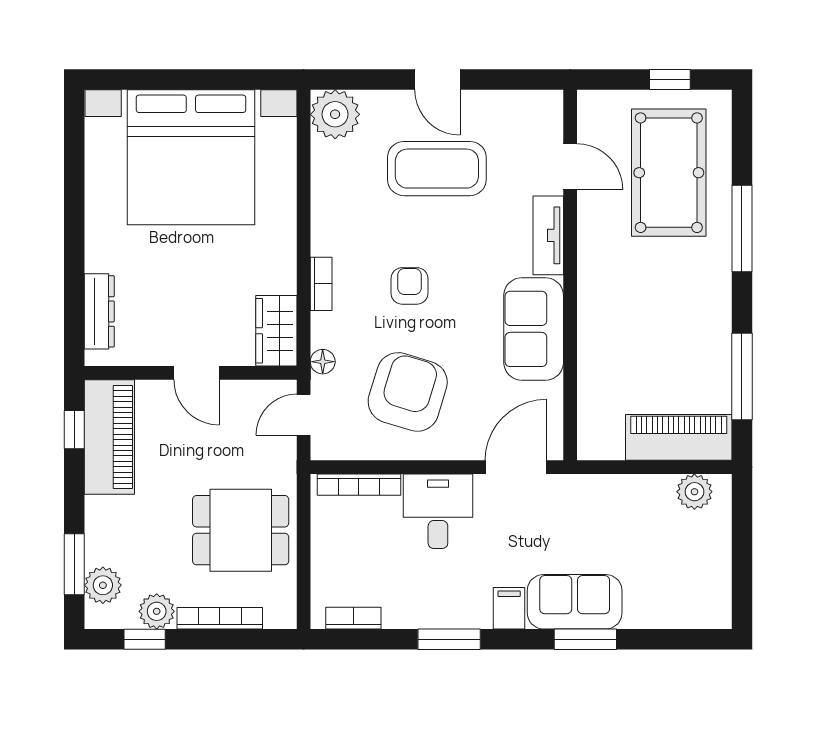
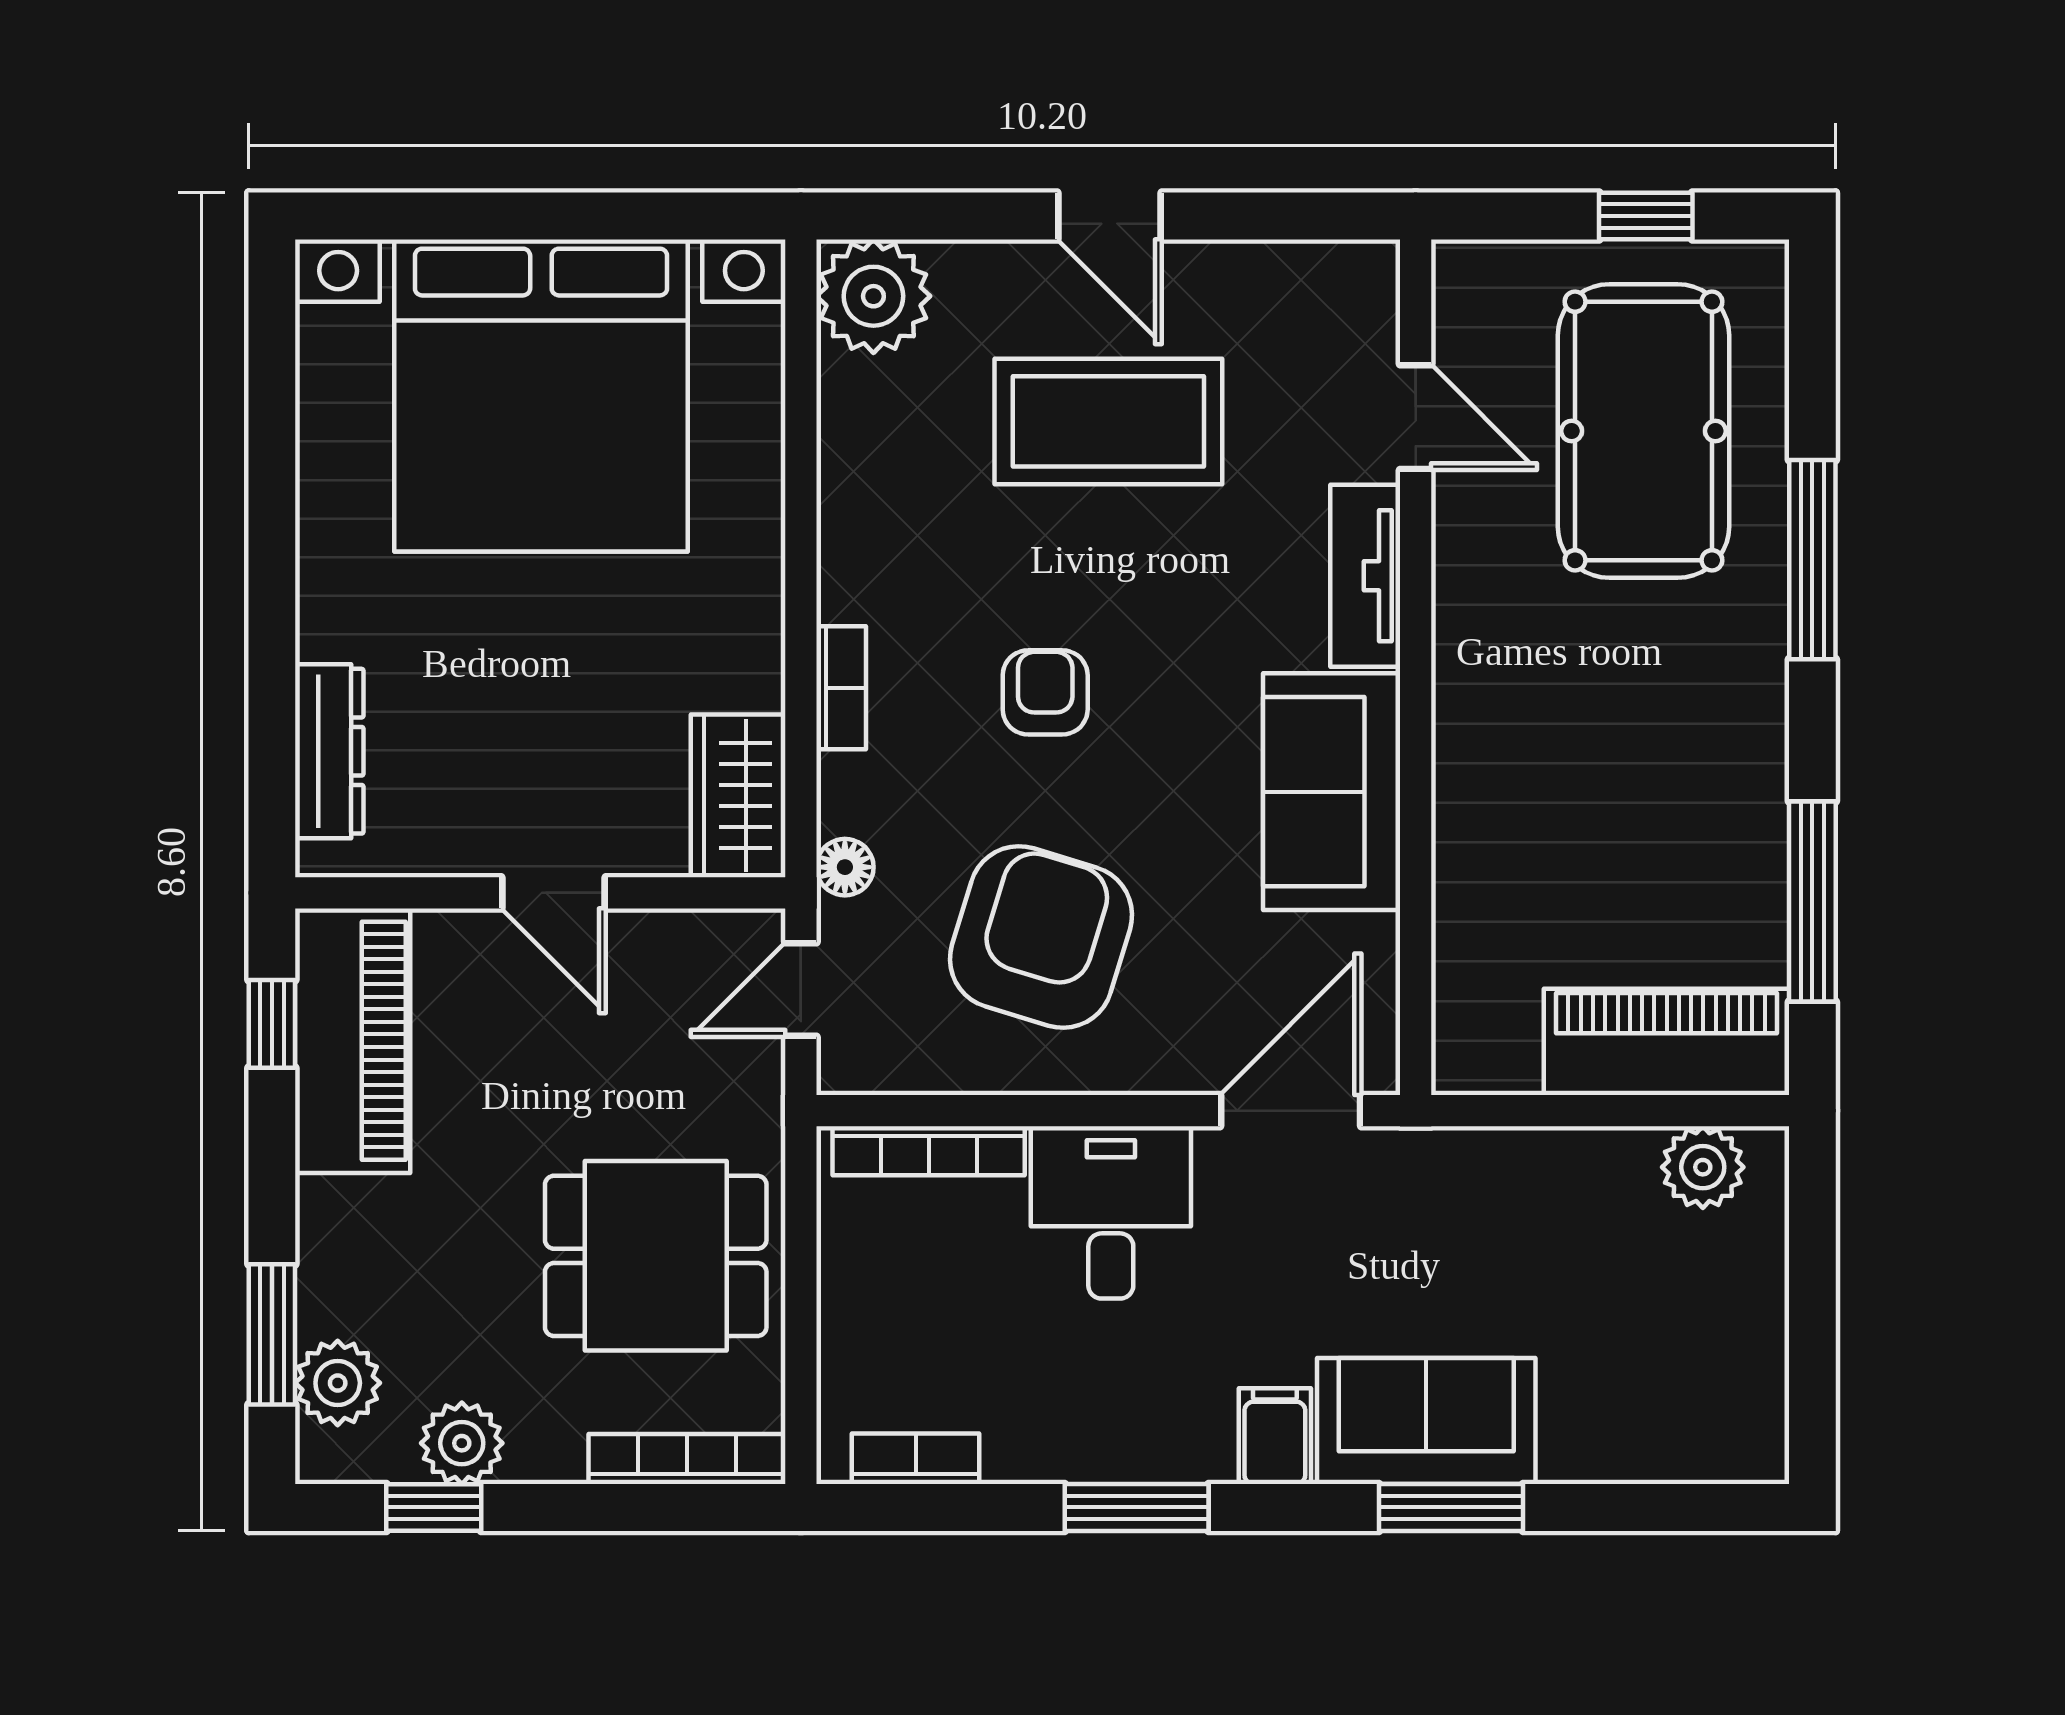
bookcase: (220, 618) -> (687, 1459), moved

